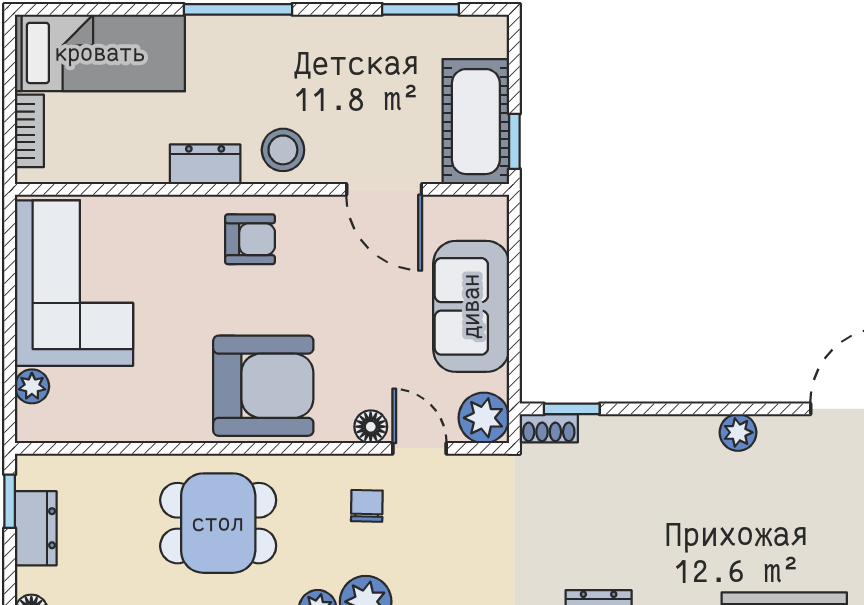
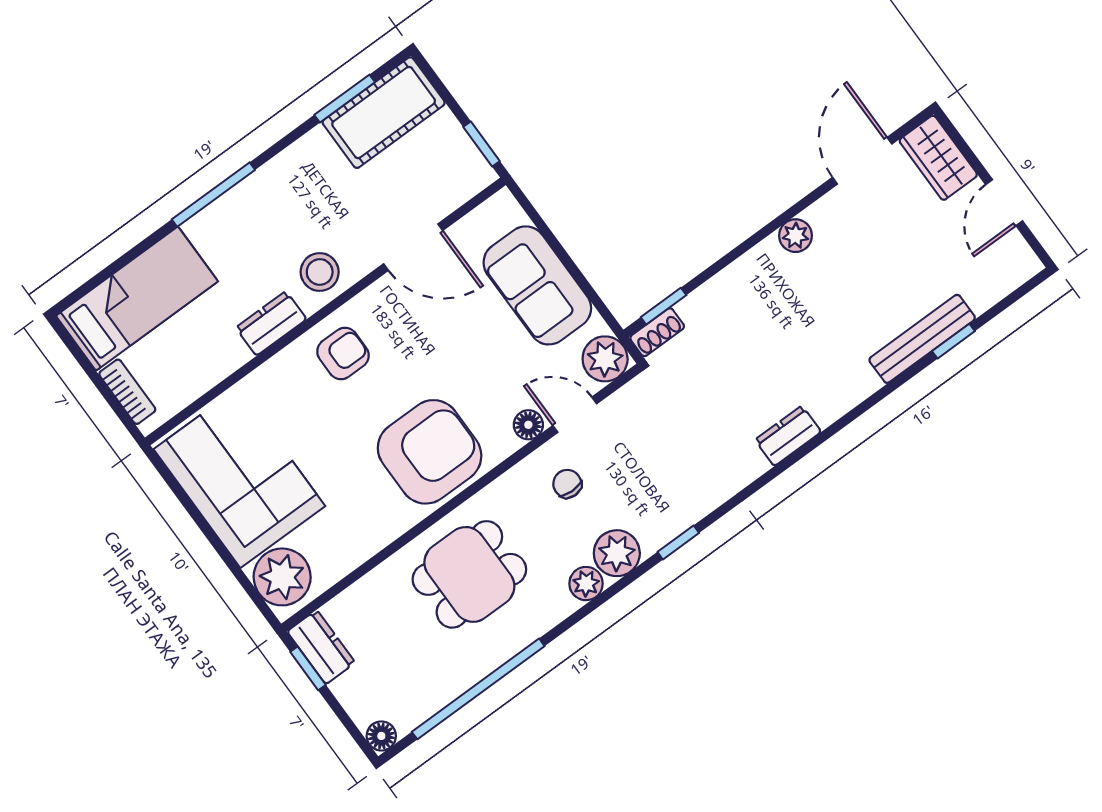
cot: (476, 122) -> (384, 113), moved, turned 90
plant: (32, 386) -> (282, 577), width x1.88, depth x1.88
dresser: (36, 528) -> (321, 647), moved

